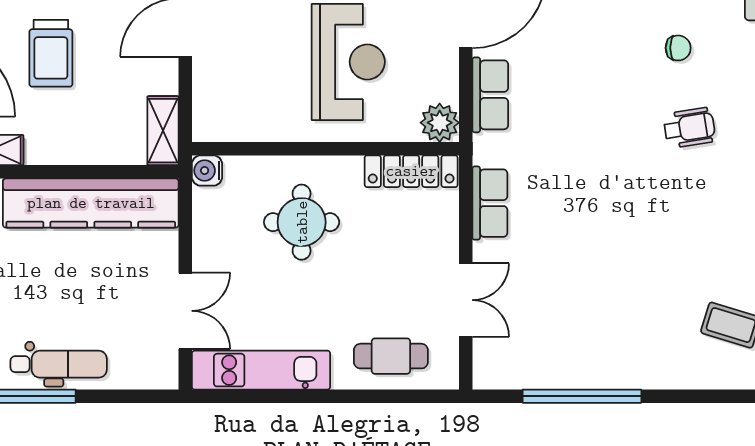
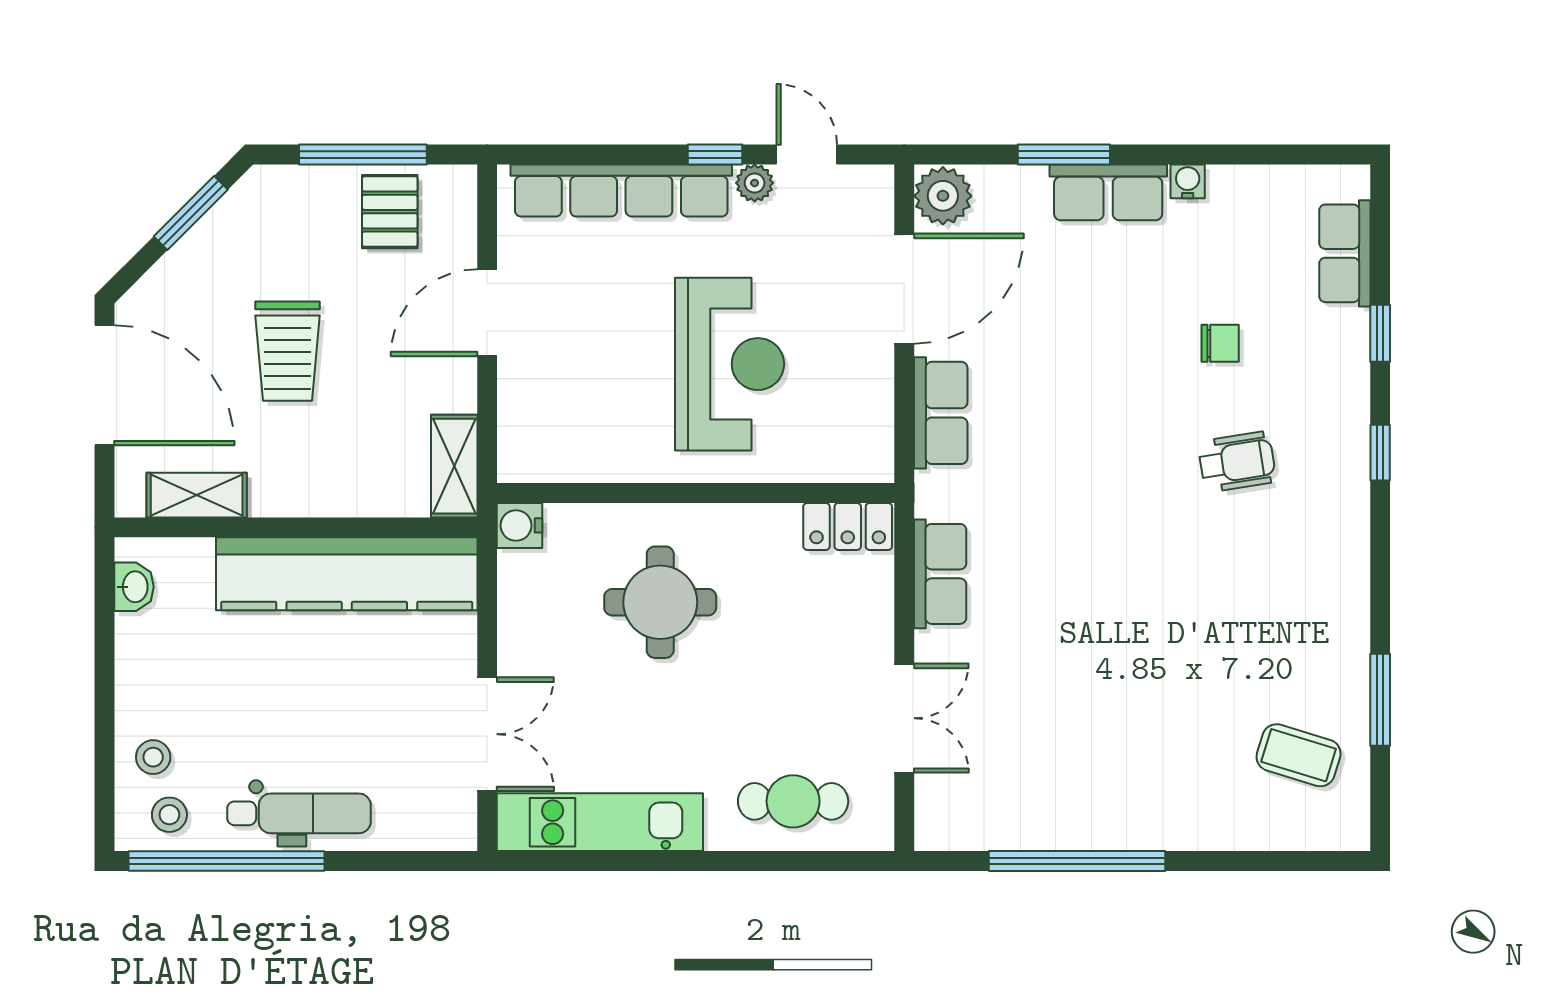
plant: (440, 123) -> (866, 454), removed
locker: (411, 171) -> (848, 526), width x0.66

